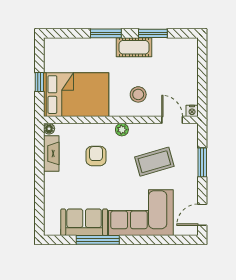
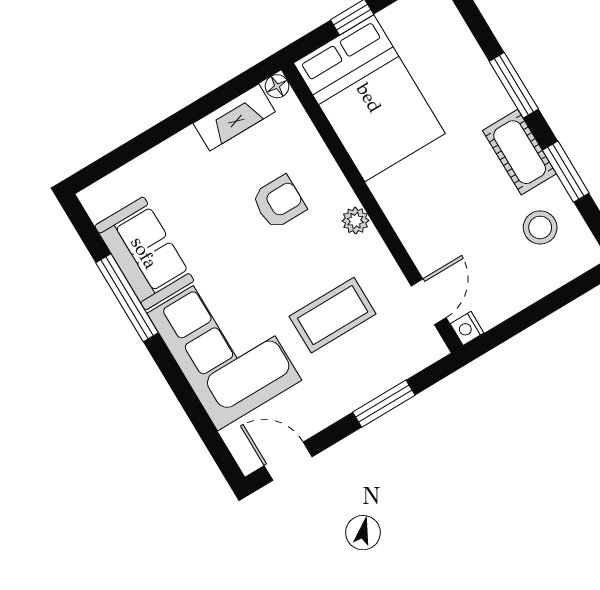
stool: (138, 94) -> (540, 227), moved
coffee table: (154, 162) -> (333, 315), turned -74

